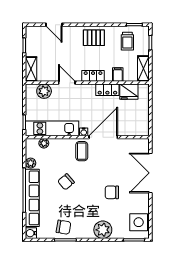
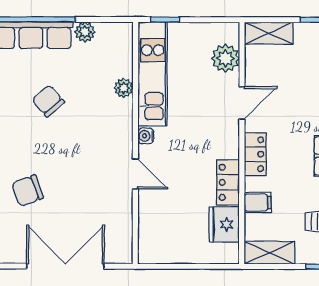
door: (103, 137) -> (135, 174), width x0.53
plant: (44, 143) -> (124, 88), moved
coffee table: (82, 151) -> (108, 132), removed
chair: (112, 192) -> (27, 191), turned -110

